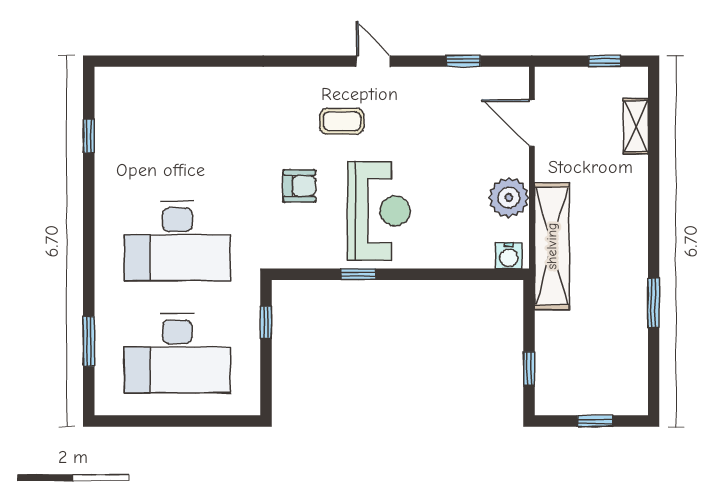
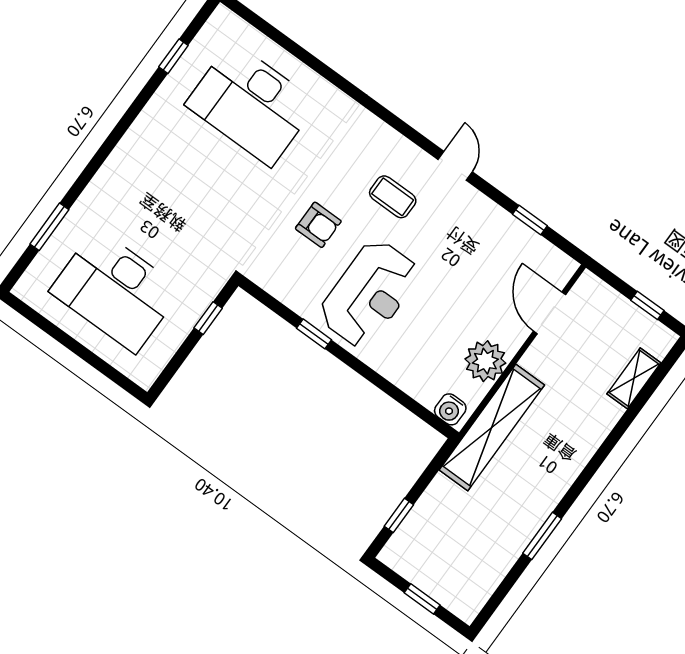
desk: (177, 241) -> (251, 104), moved

